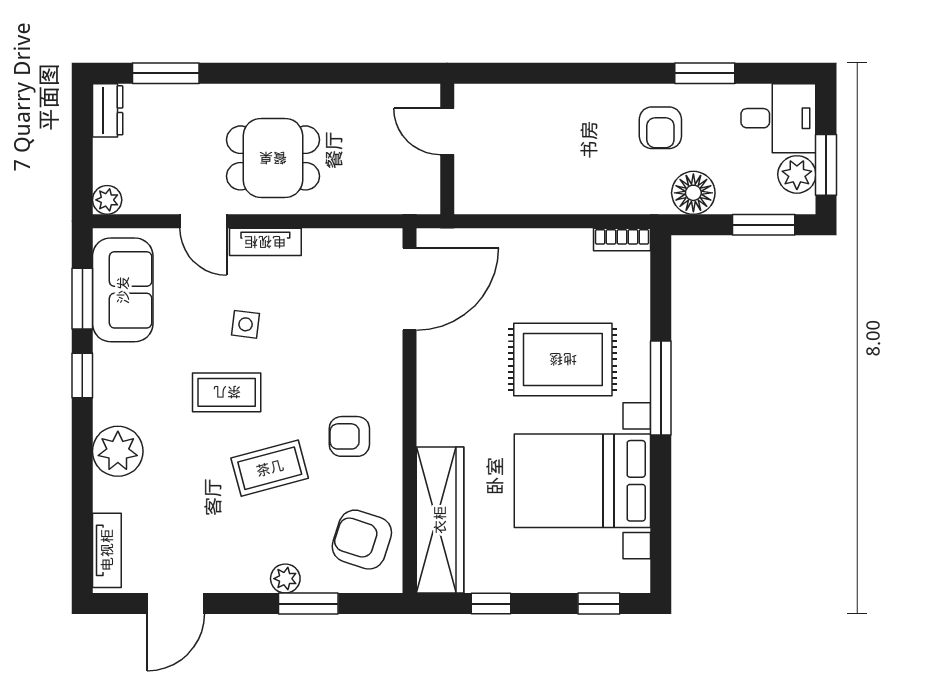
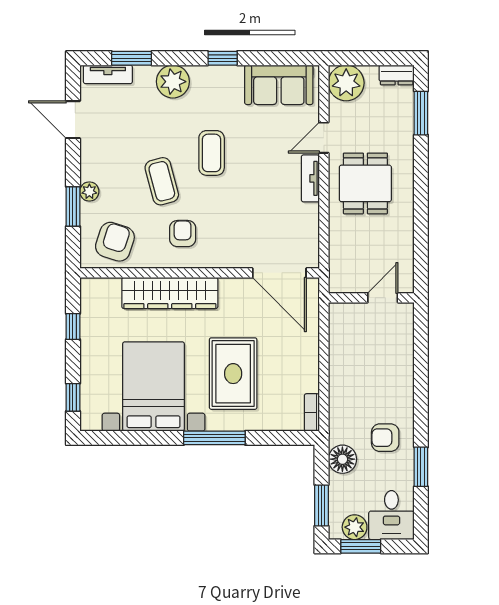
plant: (107, 200) -> (346, 83), width x1.88, depth x1.88
window: (82, 299) -> (132, 58), moved
side table: (246, 324) -> (256, 165), removed
wardrobe: (440, 520) -> (170, 293), moved

